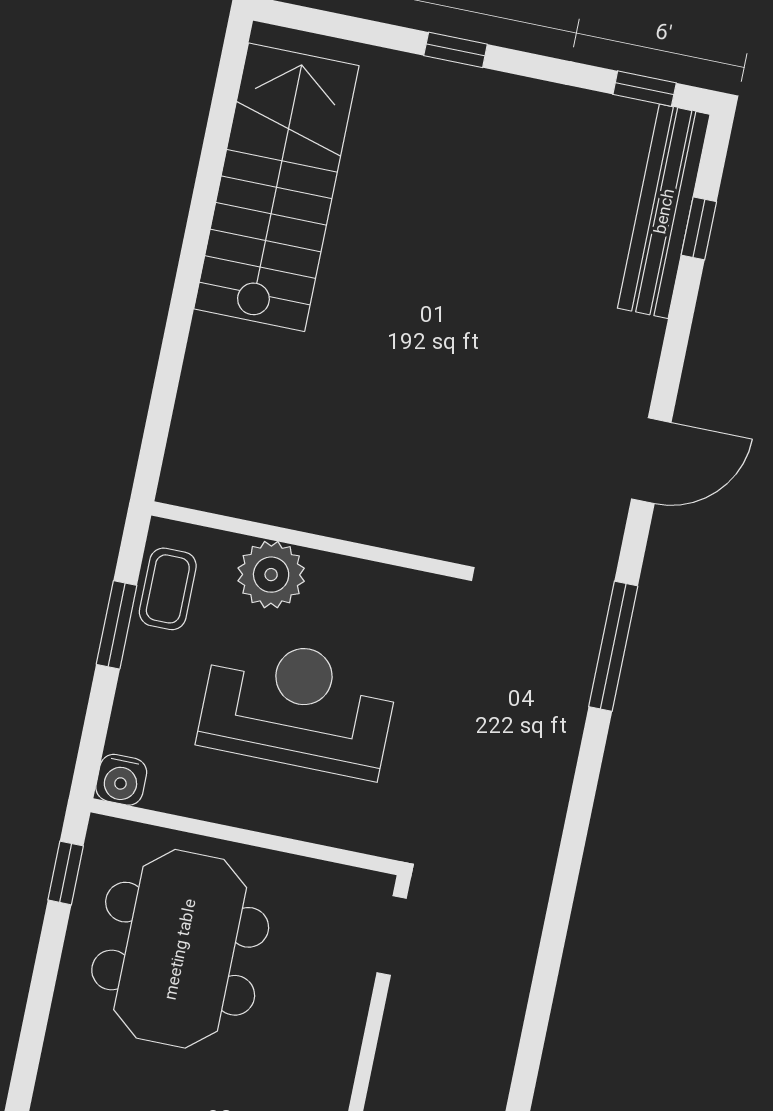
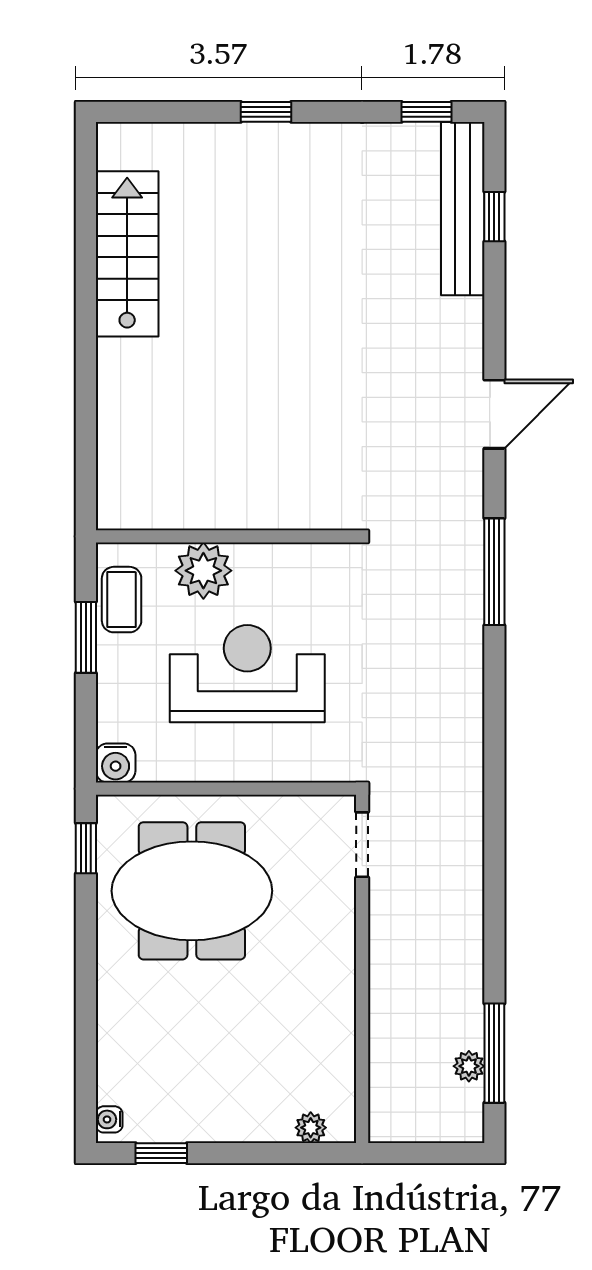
stairs: (276, 187) -> (127, 254), width x0.73, depth x0.66
meeting table: (180, 949) -> (192, 891), turned 90

